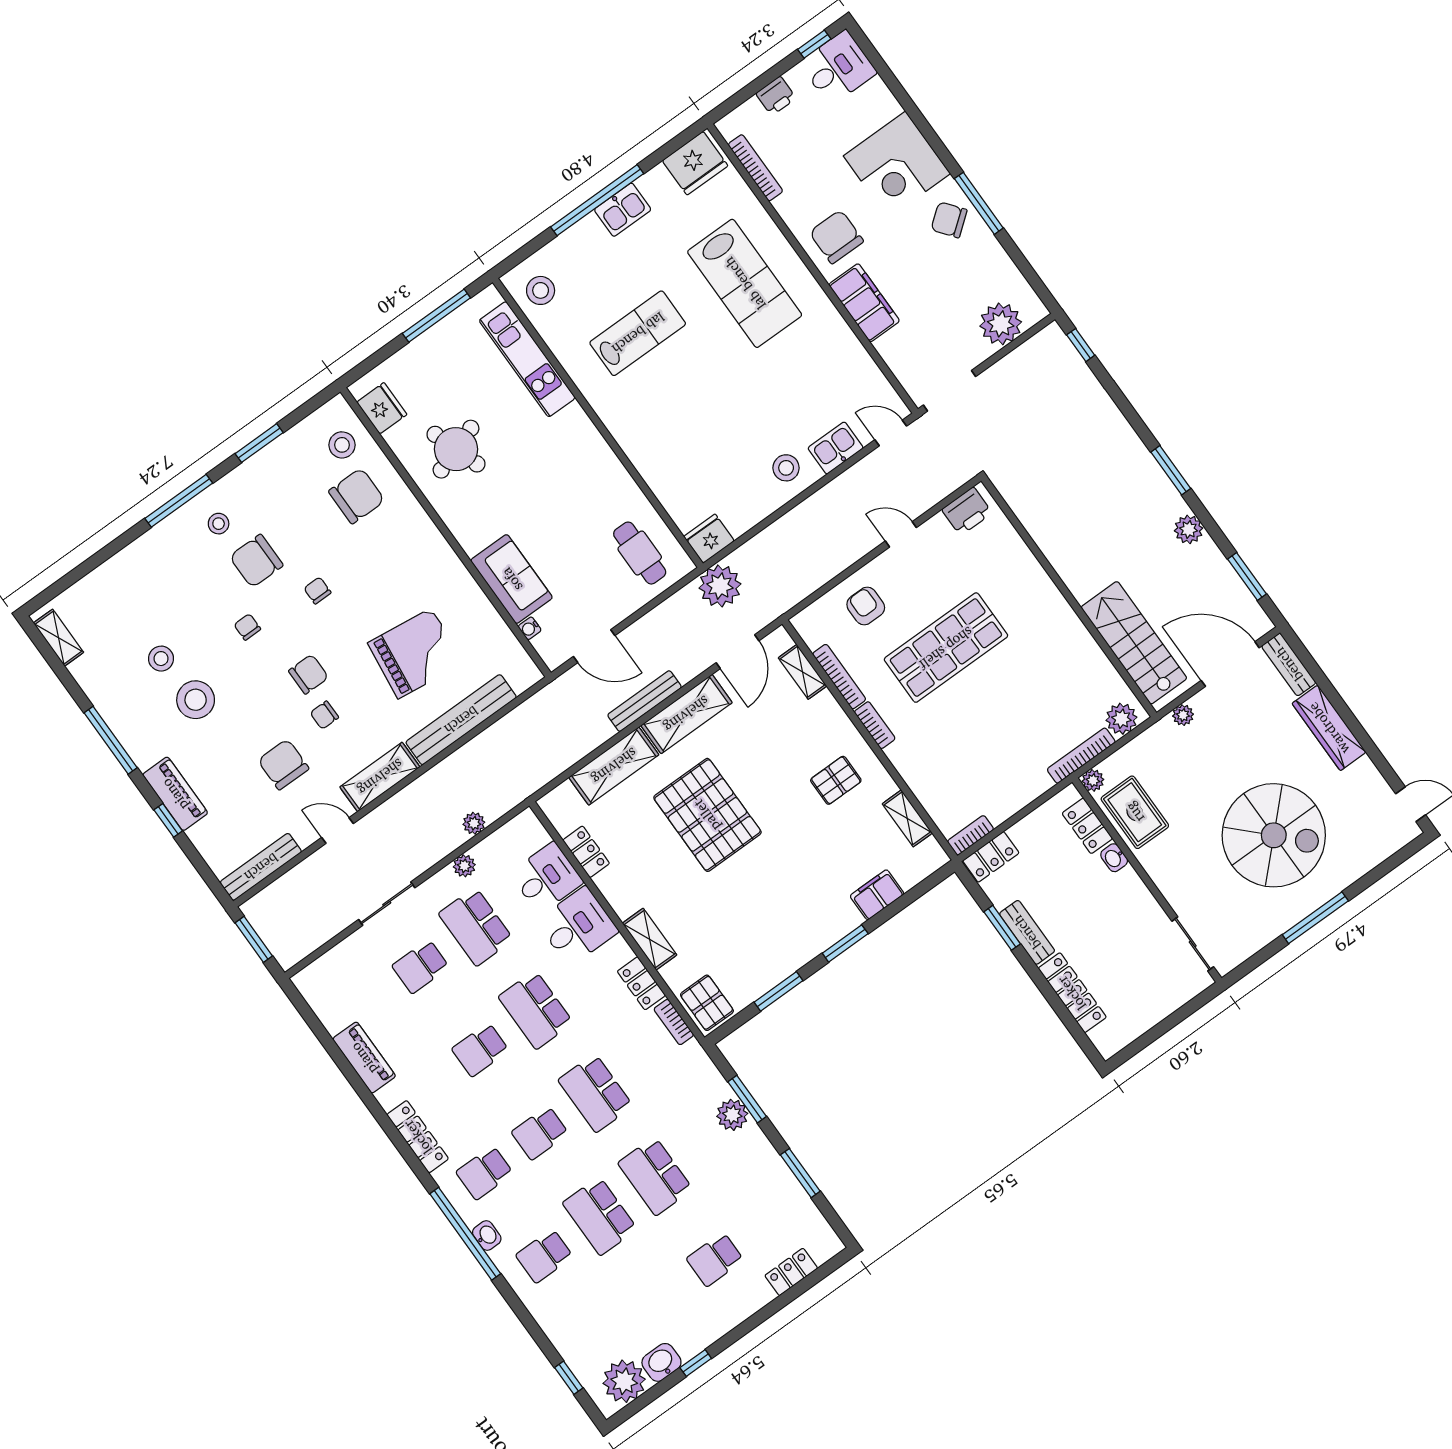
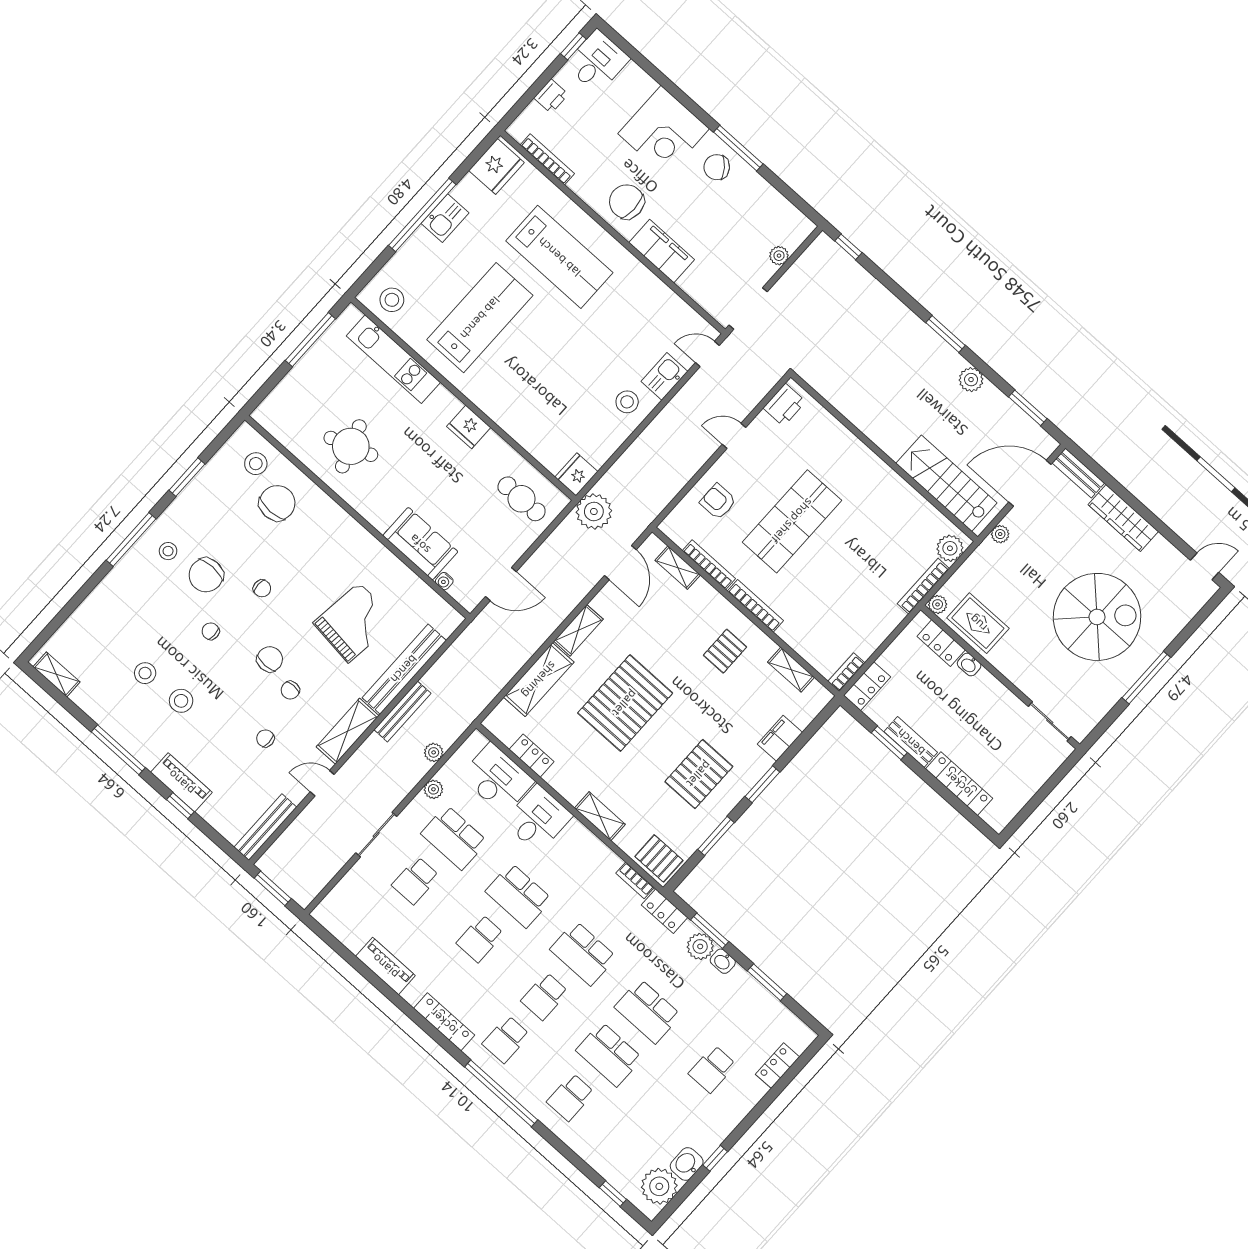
plant: (1001, 324) -> (779, 256), width x0.53, depth x0.53
lab bench: (638, 333) -> (480, 318), width x1.36, depth x1.39
fridge: (382, 408) -> (469, 427), moved, turned 180
chair: (317, 590) -> (262, 588), turned 180
stool: (196, 700) -> (181, 701), width x0.73, depth x0.73
bench: (645, 701) -> (403, 712), moved
shelving: (686, 714) -> (578, 630), width x0.67, depth x0.75
bookcase: (875, 725) -> (755, 606), width x1.56
chair: (283, 764) -> (265, 738), width x0.54, depth x0.54
pallet: (707, 815) -> (625, 703), turned 90
desk: (546, 878) -> (497, 779), width x1.37
pallet: (774, 916) -> (699, 774), added
locker: (641, 983) -> (665, 911), moved
washbasin: (487, 1236) -> (723, 961), moved, turned 180

